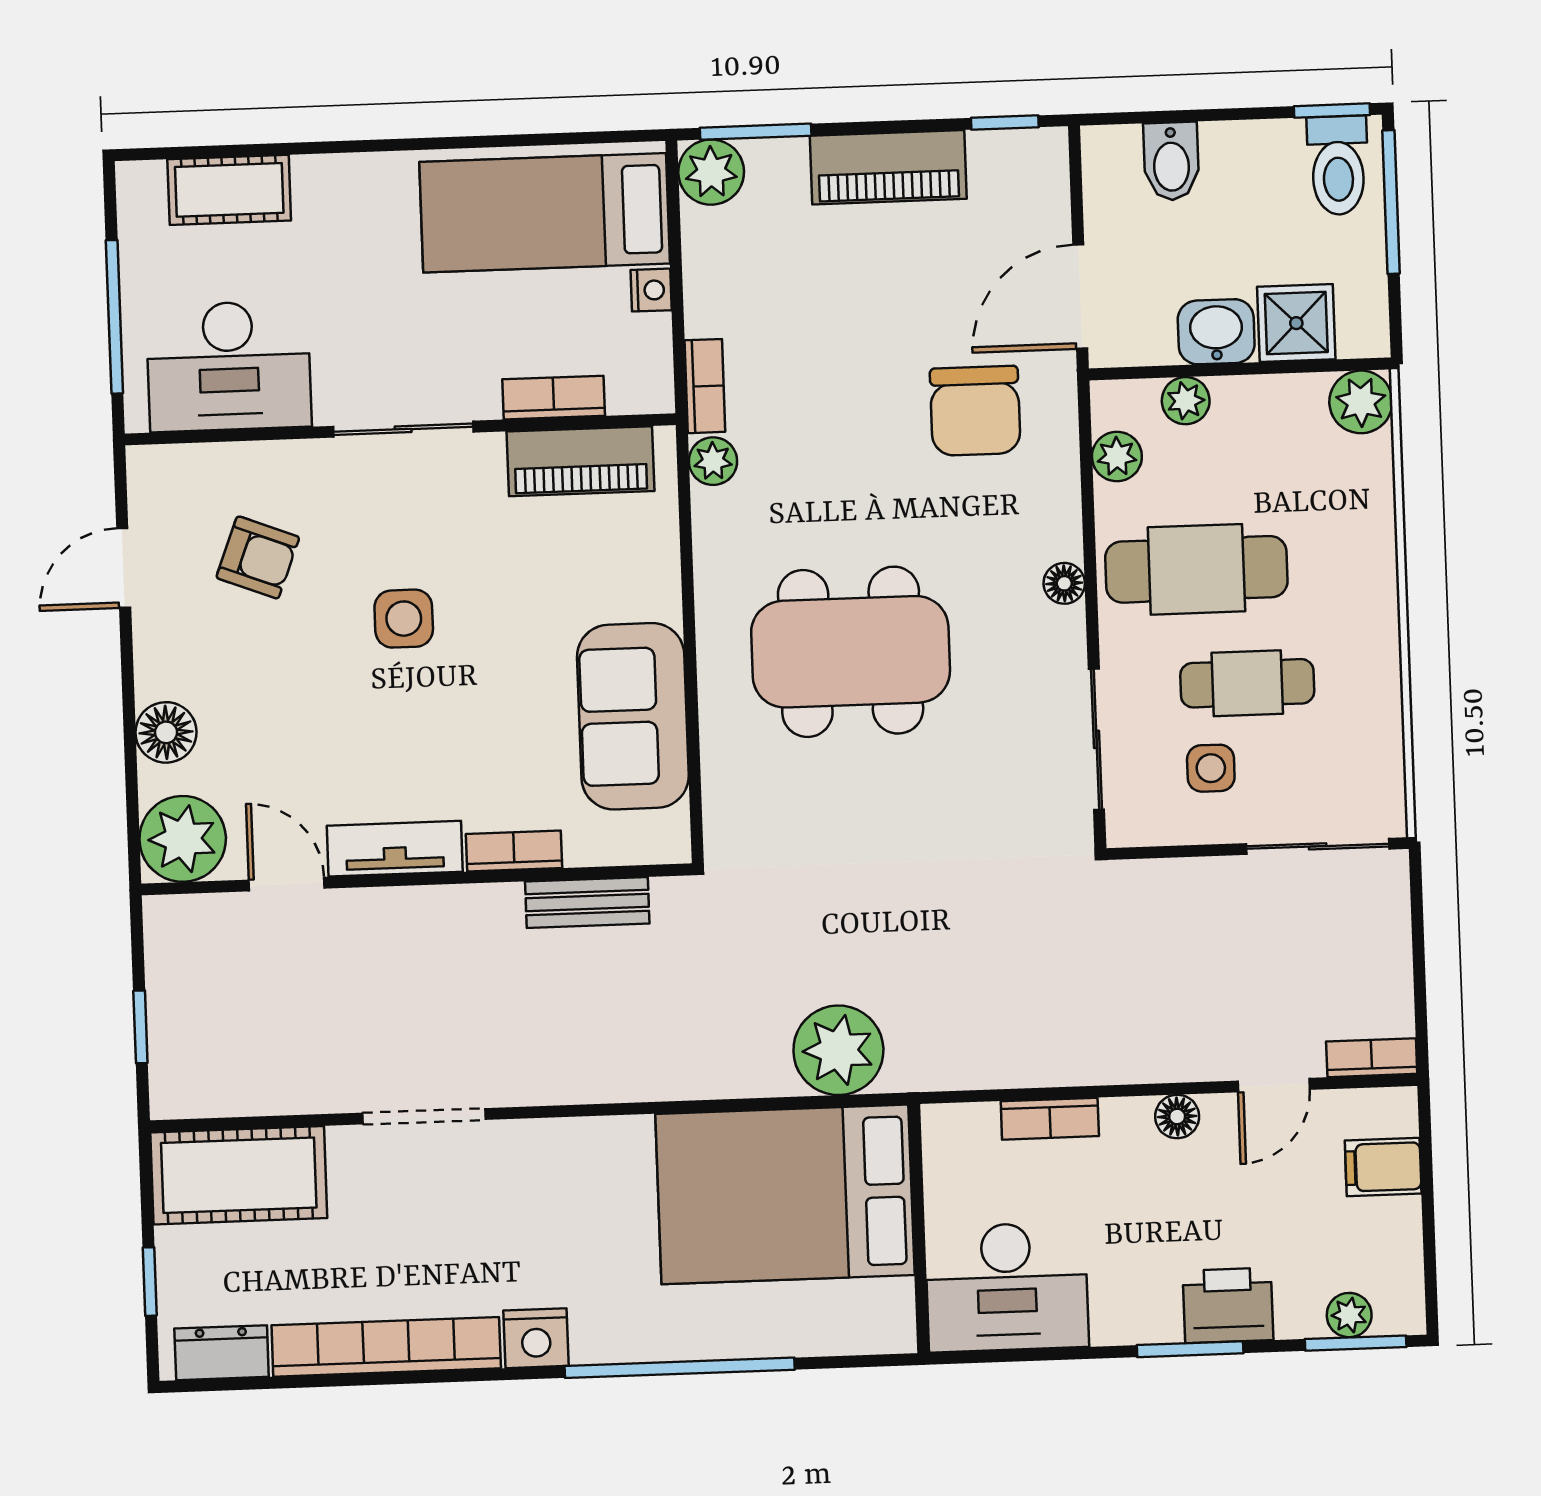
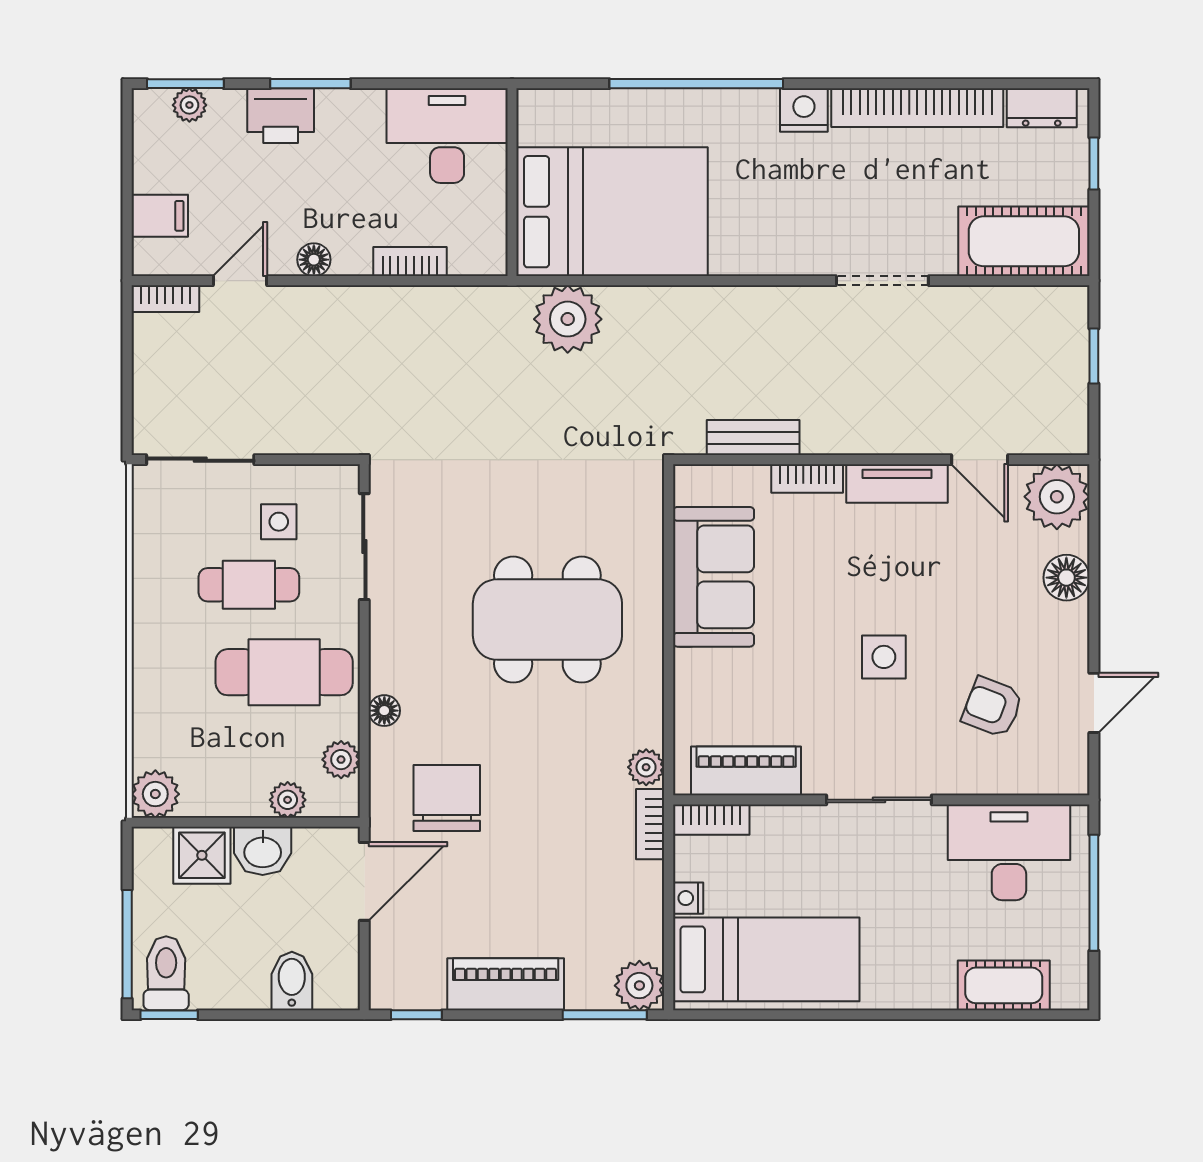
bookcase: (554, 398) -> (711, 820), moved
floor lamp: (1064, 583) -> (384, 711), moved

